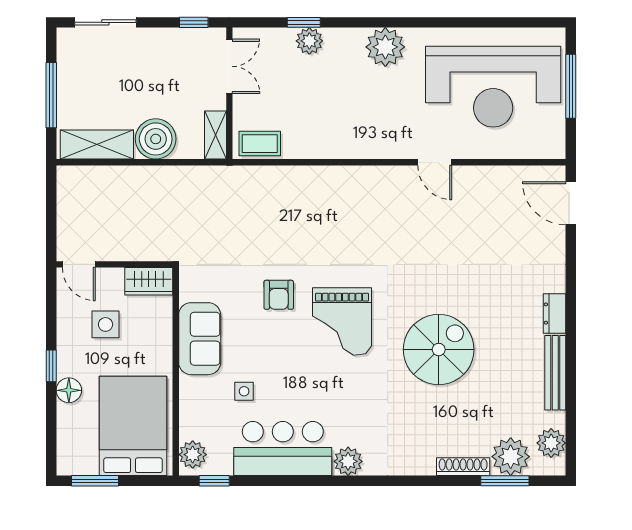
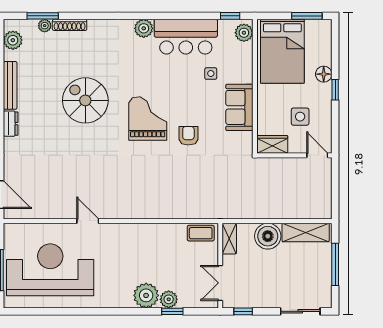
plant: (385, 47) -> (146, 295), moved
spiral stairs: (439, 350) -> (85, 100), turned 90
plant: (511, 457) -> (45, 26), width x0.53, depth x0.53

